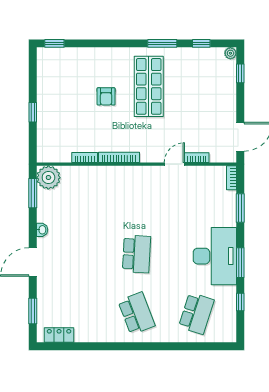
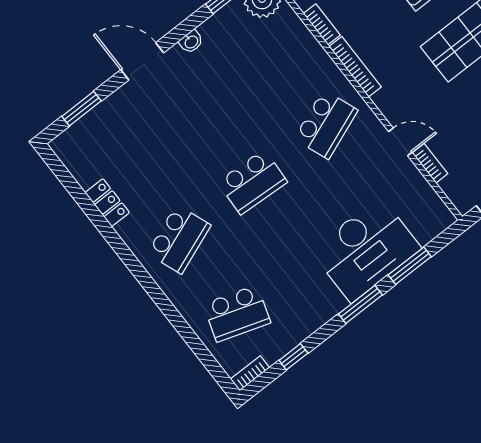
bookcase: (232, 178) -> (250, 373), moved
school desk: (136, 195) -> (326, 124), added
desk: (215, 256) -> (366, 249), moved
window: (240, 263) -> (360, 304), moved
locker: (59, 335) -> (107, 203), moved

